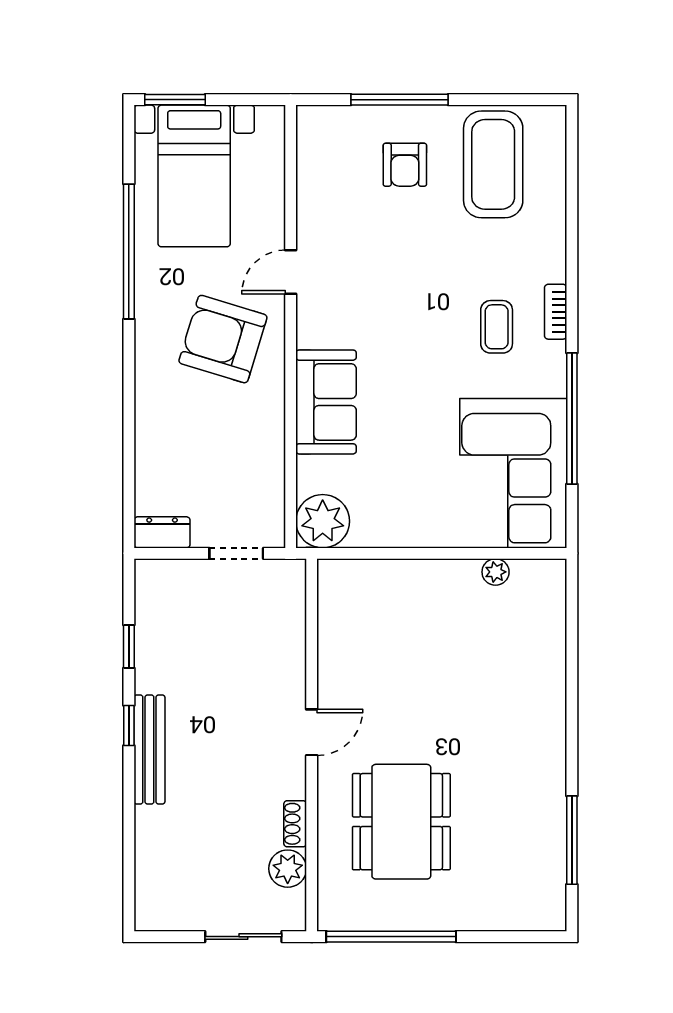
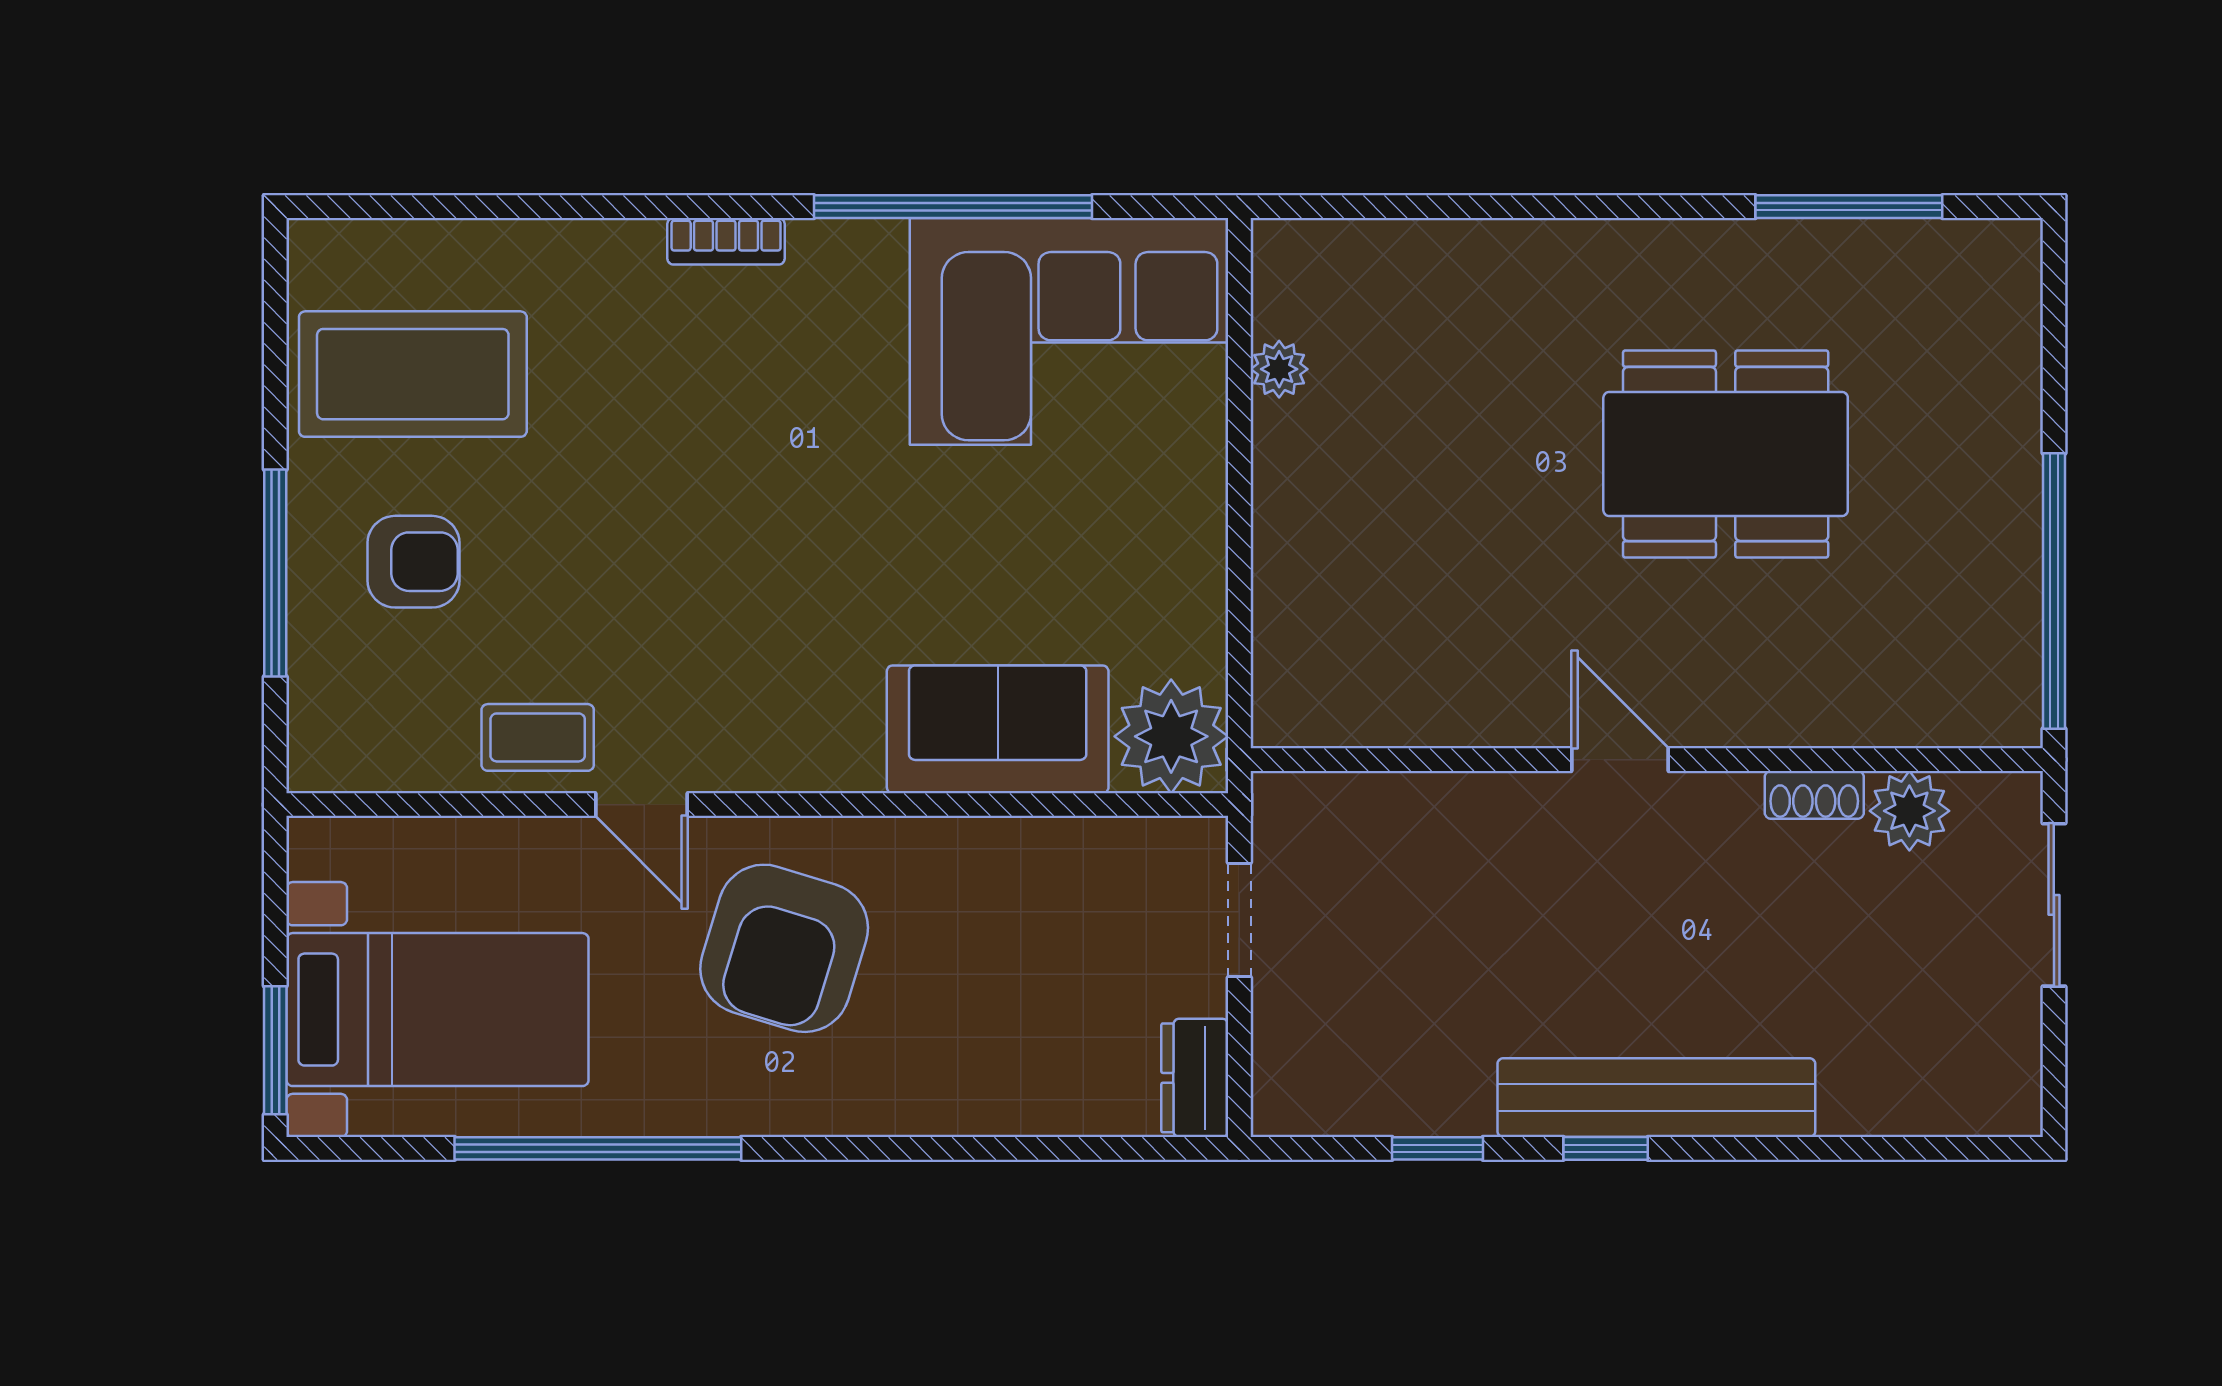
coffee table: (497, 327) -> (538, 737), moved
sofa: (326, 402) -> (998, 729), moved
bench: (149, 749) -> (1656, 1098), width x1.37, depth x1.21
dining table: (401, 822) -> (1726, 454), moved

